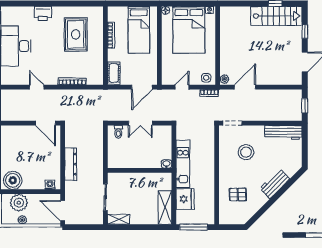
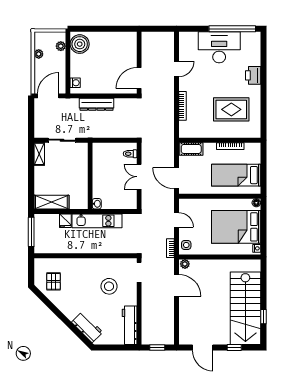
stairs: (276, 16) -> (245, 308), width x1.36, depth x1.51
workbench: (275, 184) -> (87, 327), moved
pallet: (238, 195) -> (53, 281), moved
fridge: (185, 199) -> (65, 221), width x0.53, depth x0.75
plant: (19, 203) -> (61, 46), width x0.53, depth x0.53

